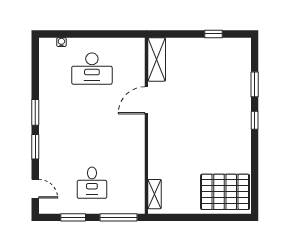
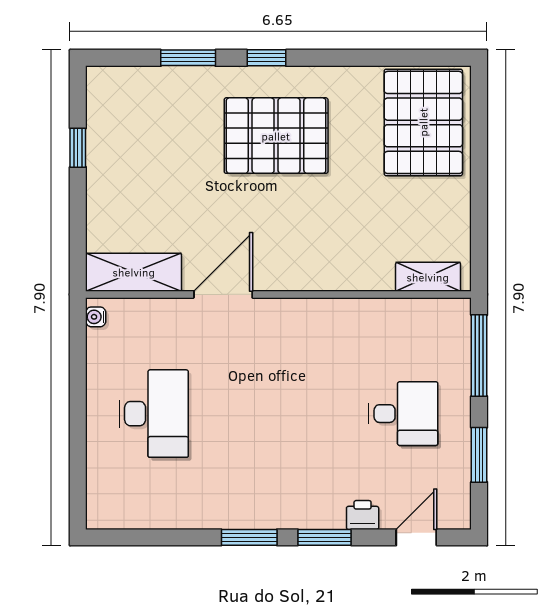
water cooler: (61, 42) -> (96, 317), moved
door: (146, 100) -> (223, 294), swing flipped
pallet: (219, 125) -> (276, 136), added
printer: (46, 164) -> (363, 515), added

